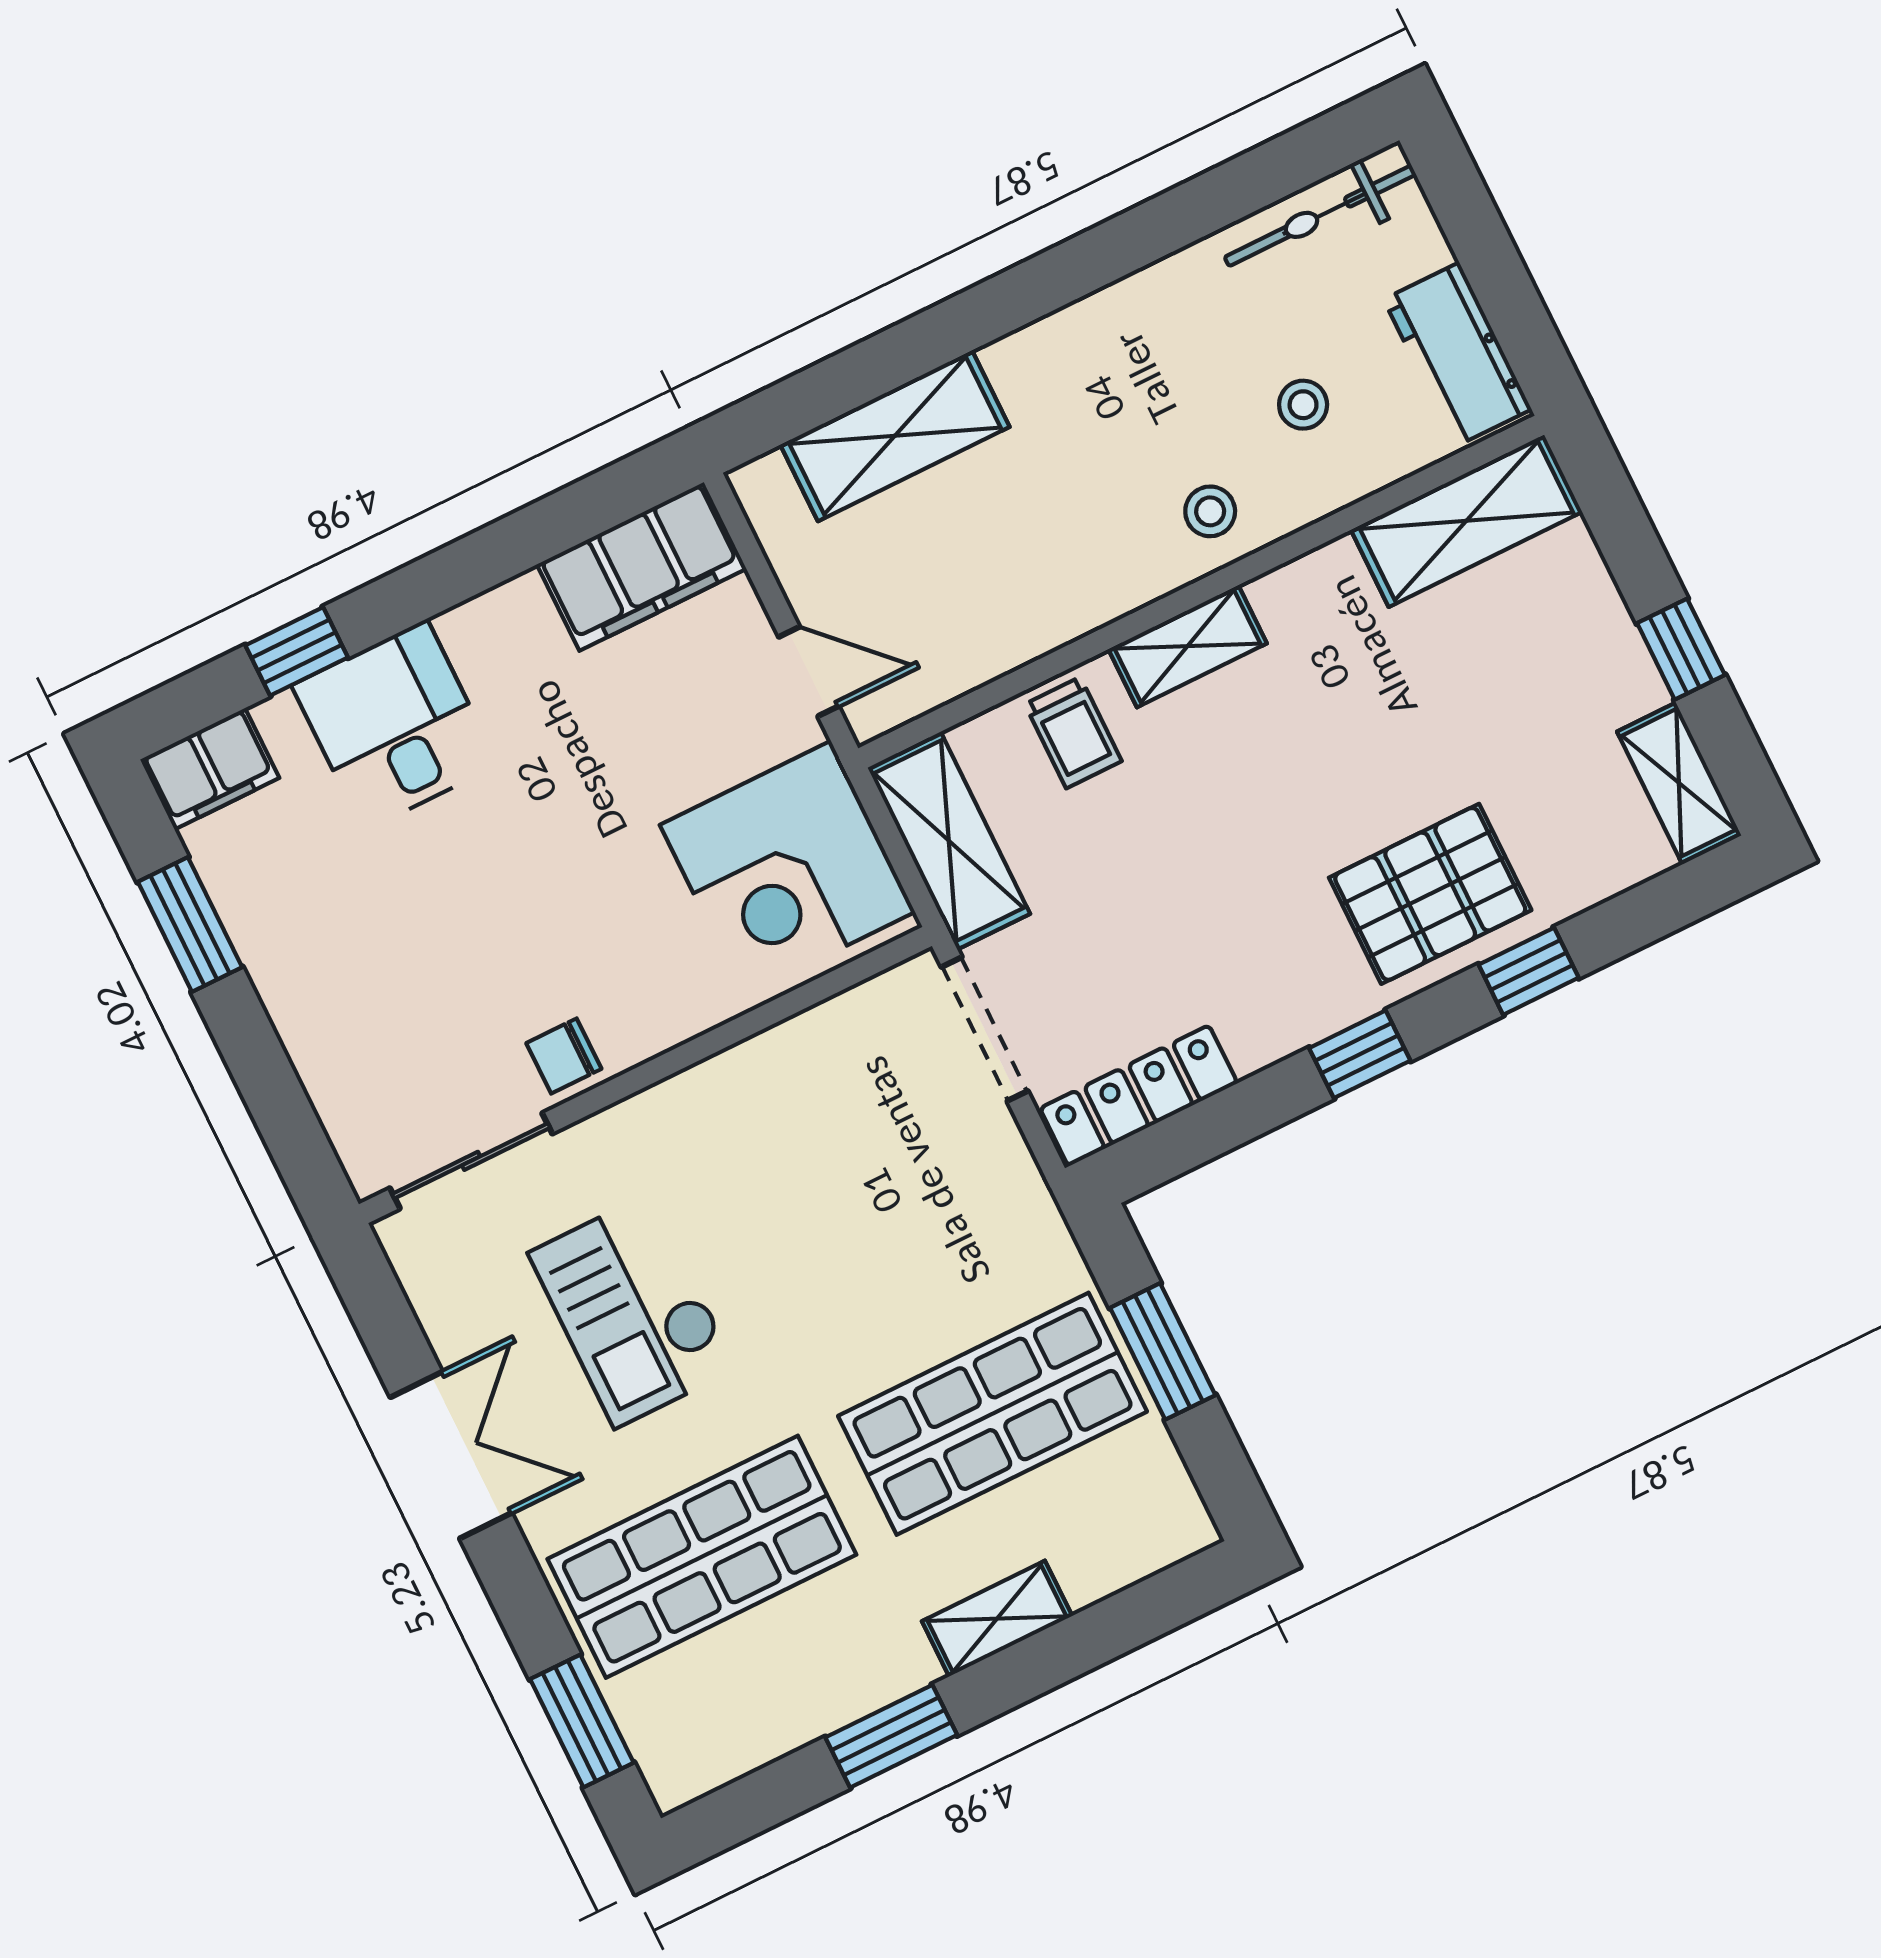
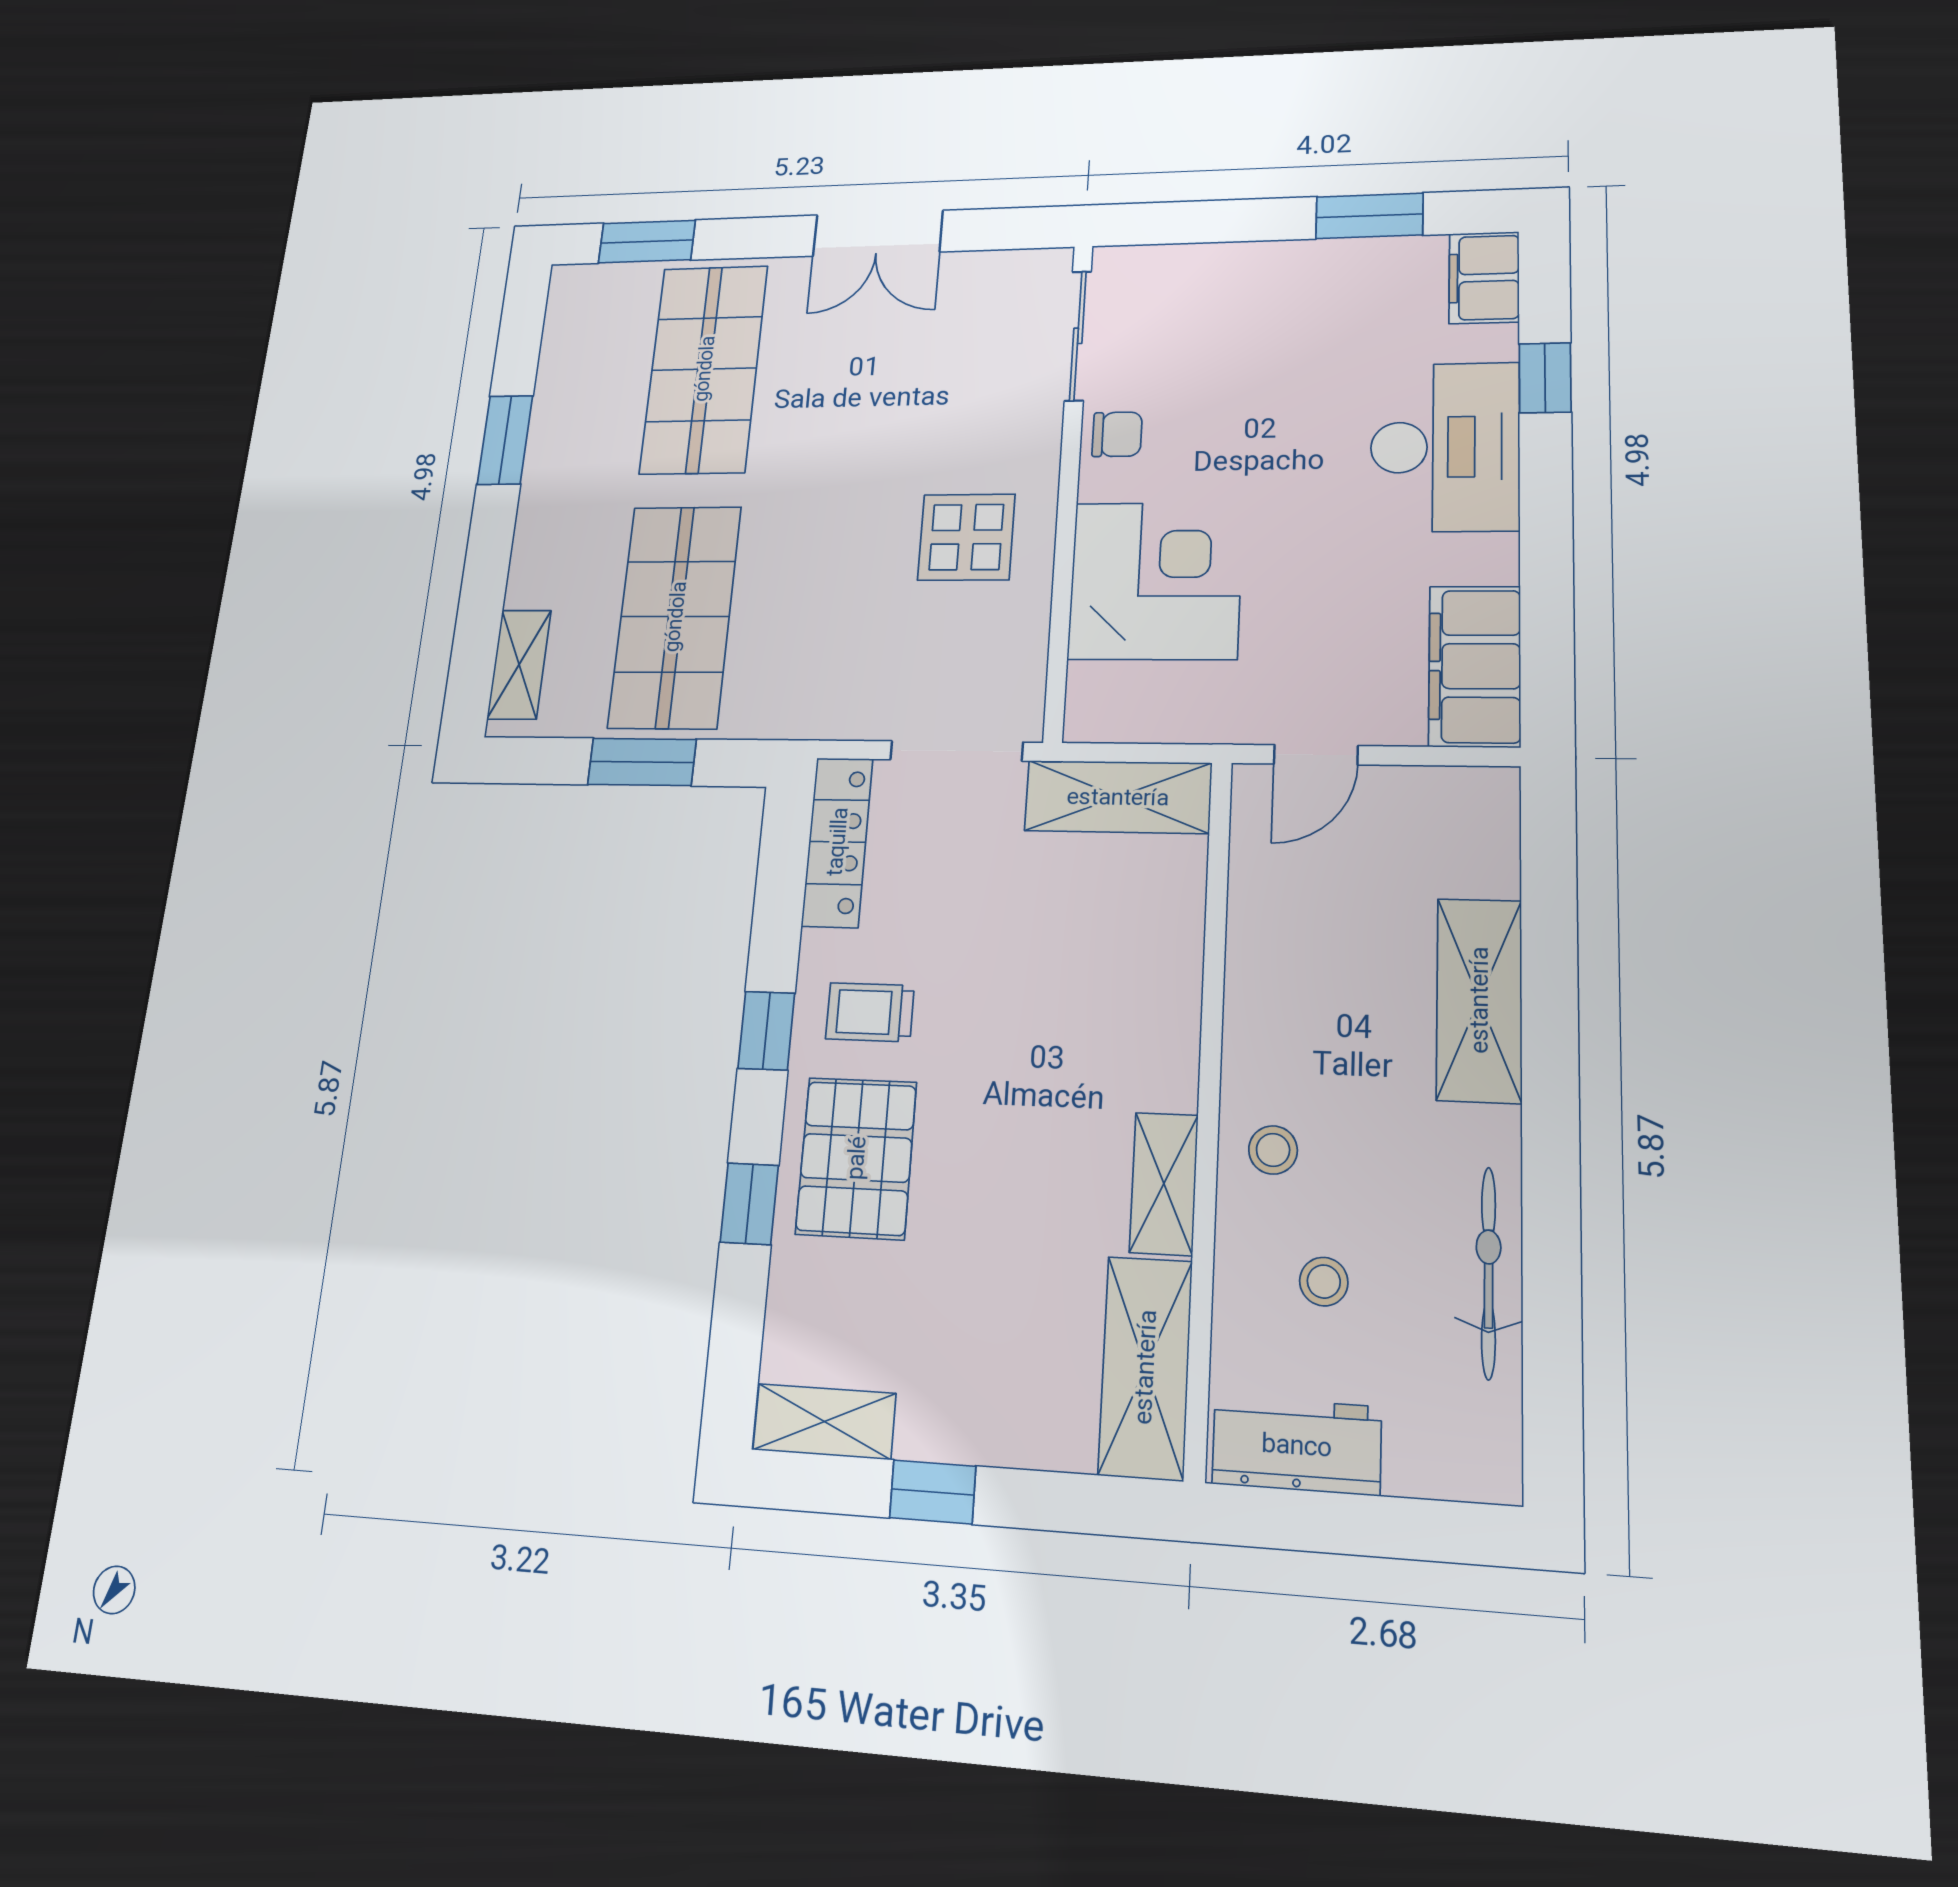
bicycle: (1320, 216) -> (1489, 1272), moved
shelving: (895, 436) -> (1479, 1000), moved
shelving: (1188, 646) -> (1164, 1184), moved
desk: (395, 725) -> (1445, 447), width x1.37
trolley: (1073, 733) -> (870, 1012), moved
corner desk: (787, 868) -> (1155, 581), moved, turned 90
chair: (564, 1056) -> (1117, 434), turned 90
display table: (753, 1151) -> (966, 537), added
checkout: (633, 1311) -> (903, 399), removed
shelving: (997, 1619) -> (519, 665), moved

